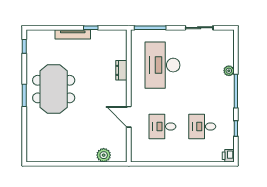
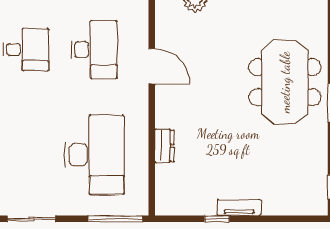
tv unit: (73, 34) -> (239, 208), width x0.71
meeting table: (54, 89) -> (285, 82), moved
desk: (162, 126) -> (94, 50), width x1.37

